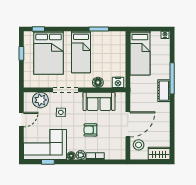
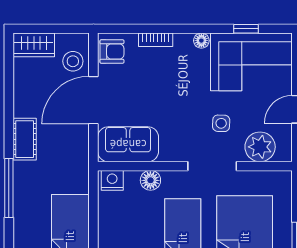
cot: (164, 91) -> (25, 139), moved
sofa: (99, 101) -> (128, 144), moved
armchair: (90, 130) -> (112, 51), moved
plant: (81, 155) -> (183, 42), removed

